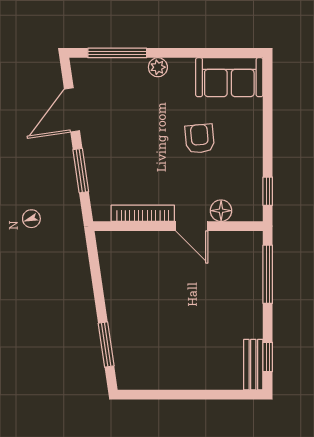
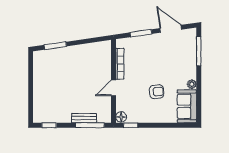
plant: (158, 67) -> (192, 84), moved
floor lamp: (221, 211) -> (121, 117), moved
bench: (253, 365) -> (84, 118), moved

